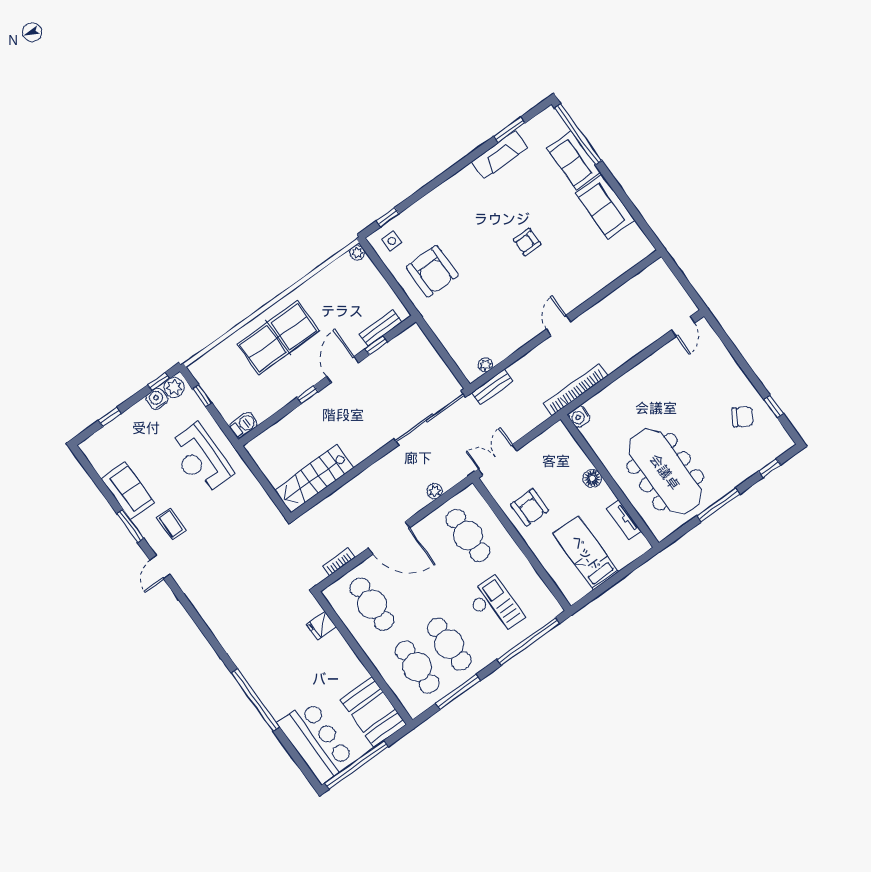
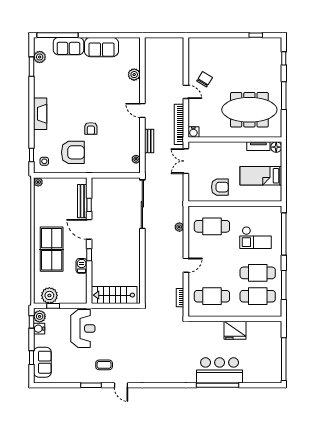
plant: (530, 132) -> (40, 57), added
fireplace: (500, 155) -> (40, 114), moved
armchair: (527, 242) -> (91, 129), moved
plant: (600, 279) -> (134, 75), added
door: (683, 326) -> (186, 92), moved
bench: (381, 328) -> (82, 201), width x1.36
plant: (213, 380) -> (49, 295), added
bench: (492, 387) -> (149, 141), moved
chair: (743, 417) -> (205, 79), moved
barbecue: (243, 425) -> (82, 266), moved
reception desk: (200, 459) -> (83, 328), turned -90
double door: (497, 460) -> (186, 161), moved
floor lamp: (592, 478) -> (276, 147), moved
stairs: (314, 479) -> (114, 295), moved, turned 90
sofa: (128, 491) -> (42, 362), moved, turned 90
door: (389, 538) -> (186, 265), width x0.53
checkout: (495, 606) -> (255, 238), turned 180
fridge: (321, 626) -> (235, 330), moved, width x1.88, depth x1.34
booth: (373, 712) -> (264, 333), removed
bar counter: (316, 742) -> (220, 370), moved

